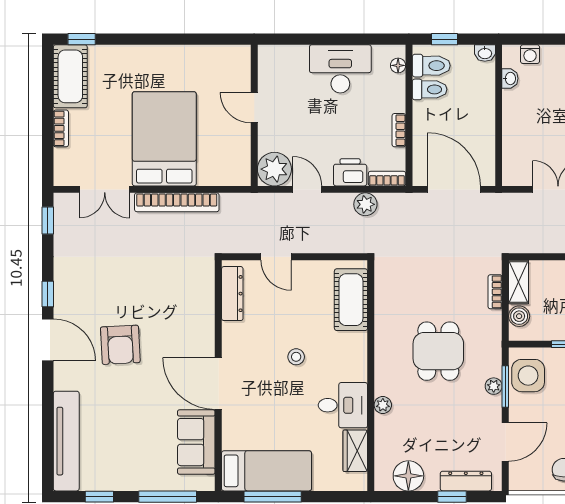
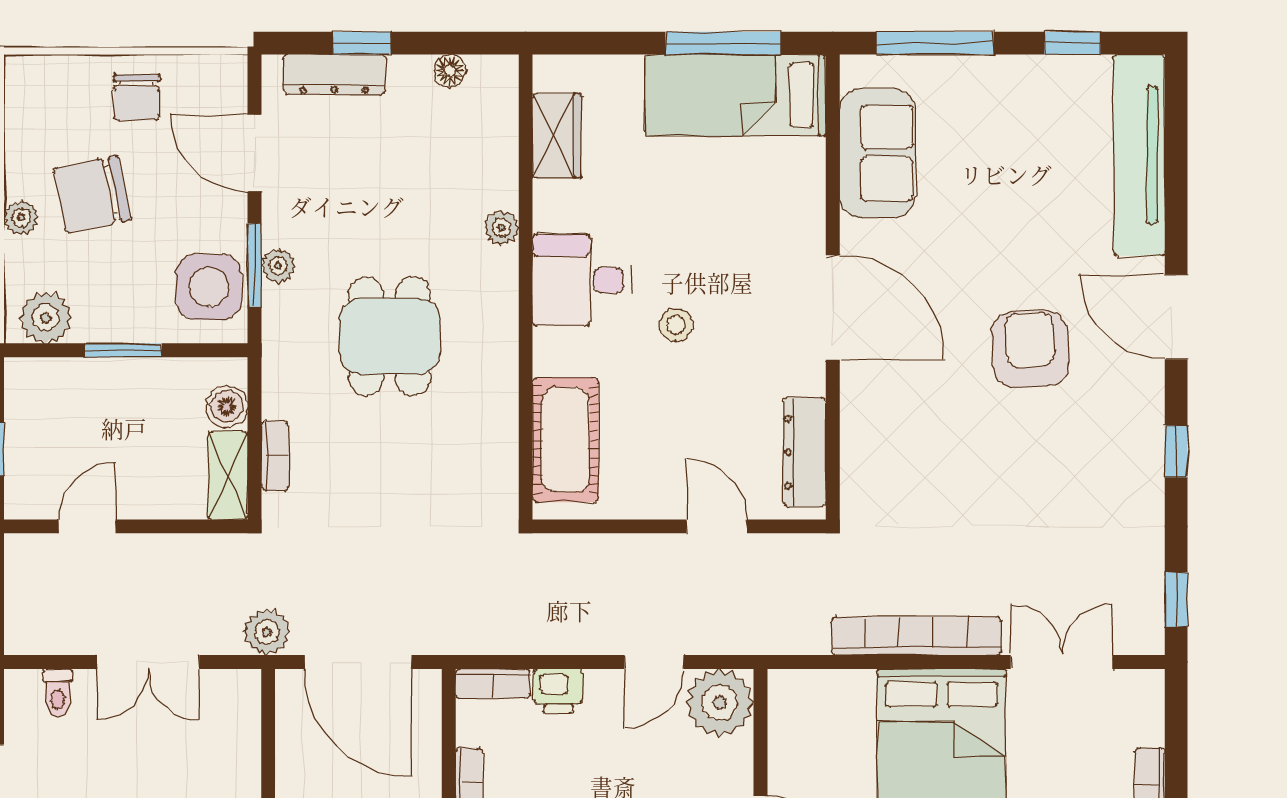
printer: (350, 172) -> (558, 691), width x0.73, depth x0.81
door: (307, 189) -> (654, 662), hinge flipped
plant: (365, 204) -> (267, 632), moved
door: (48, 340) -> (1176, 317), moved
door: (218, 384) -> (833, 308), moved
desk: (343, 405) -> (582, 280), moved
door: (505, 442) -> (255, 153), hinge flipped
floor lamp: (408, 476) -> (450, 71), width x0.53, depth x0.53

